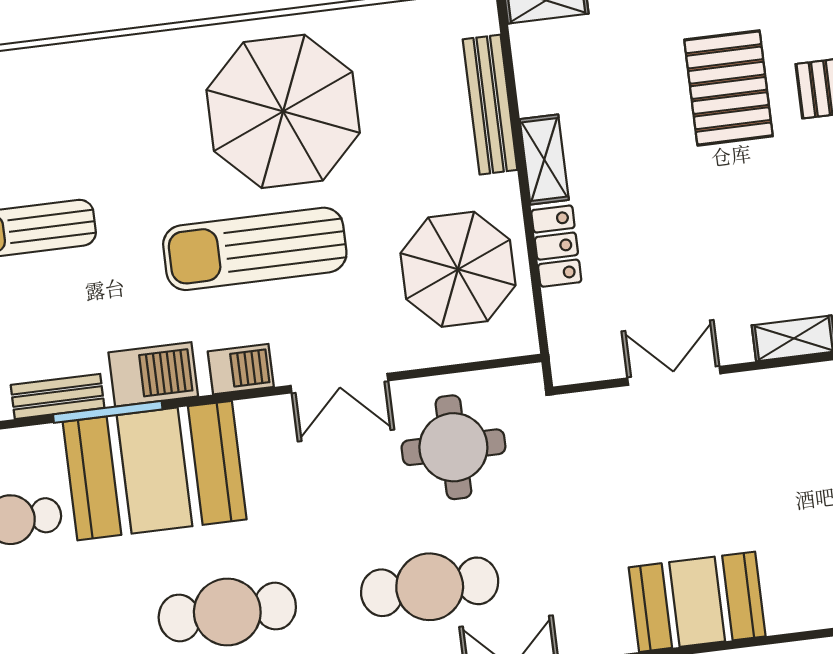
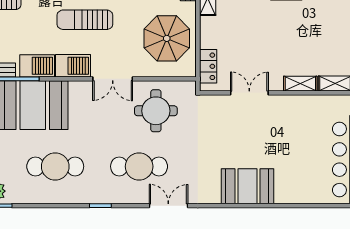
locker: (556, 246) -> (208, 66), moved
sun lounger: (255, 249) -> (85, 20), width x0.73, depth x0.75
barbecue: (241, 369) -> (73, 66), width x1.38, depth x1.27

